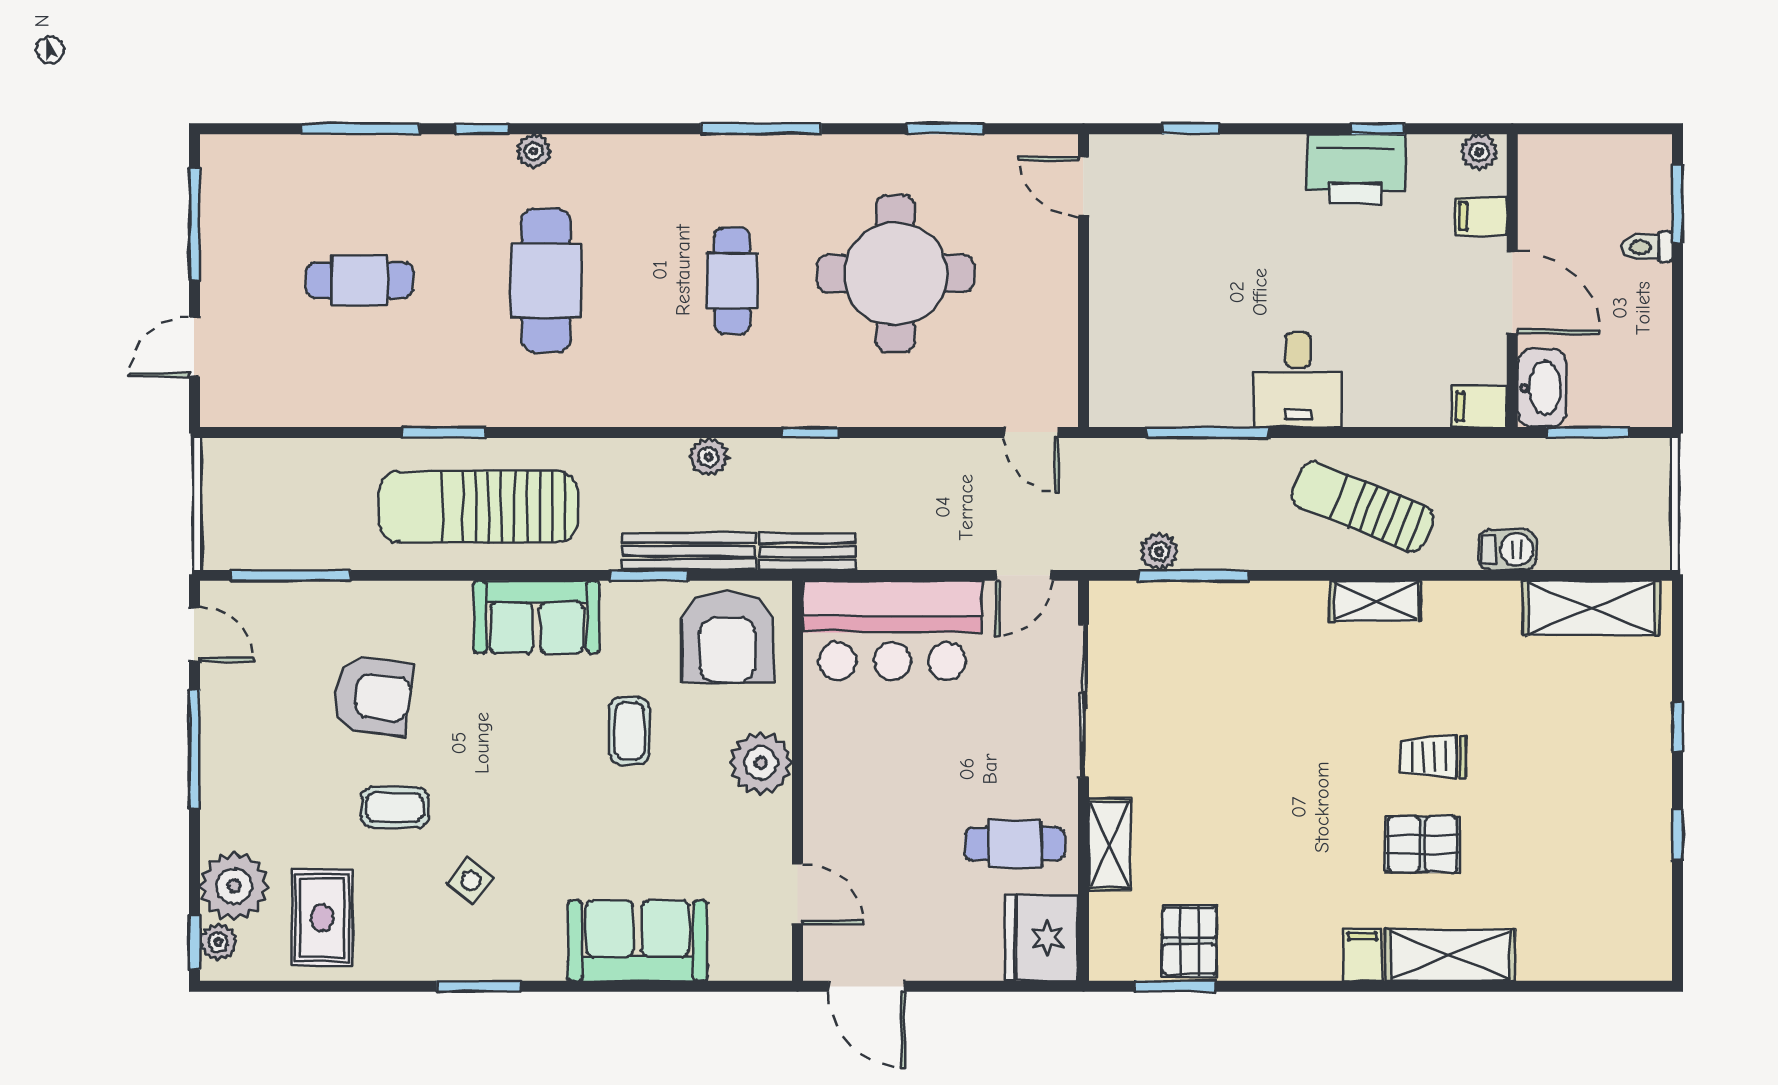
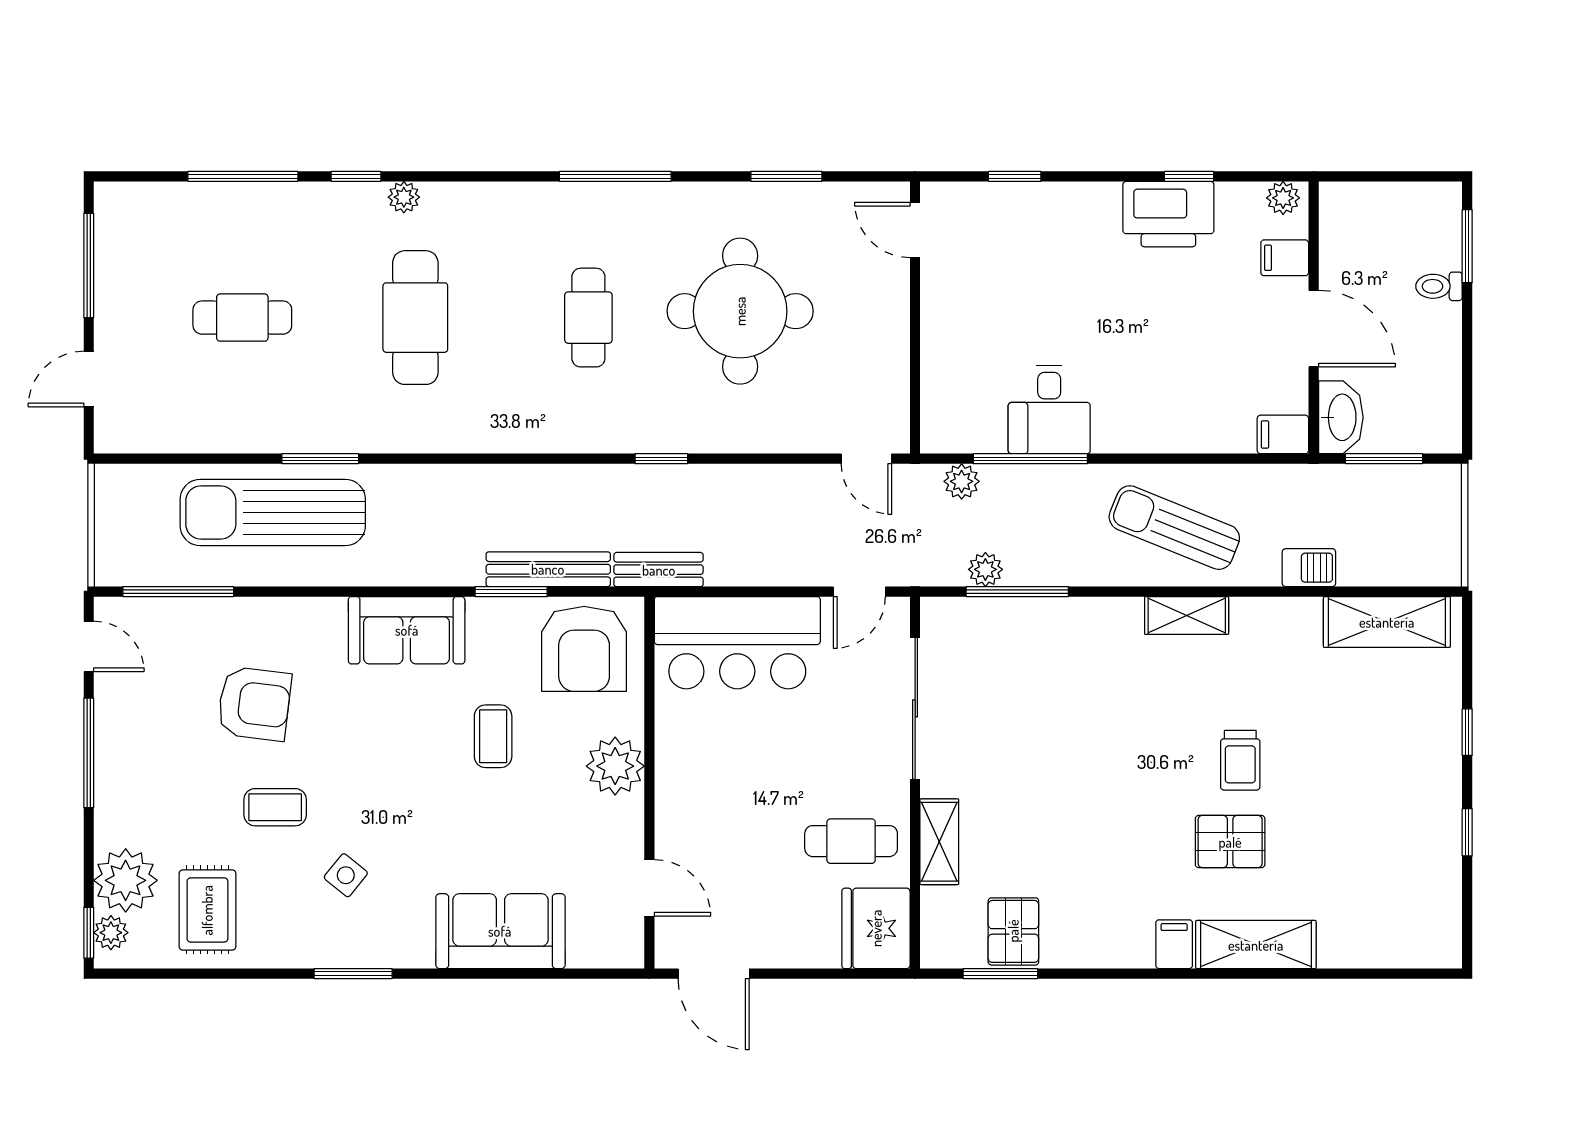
desk: (1298, 379) -> (1049, 410), moved
plant: (709, 457) -> (962, 481), moved
sun lounger: (478, 507) -> (273, 513), moved
trolley: (1433, 757) -> (1240, 760), turned -90

